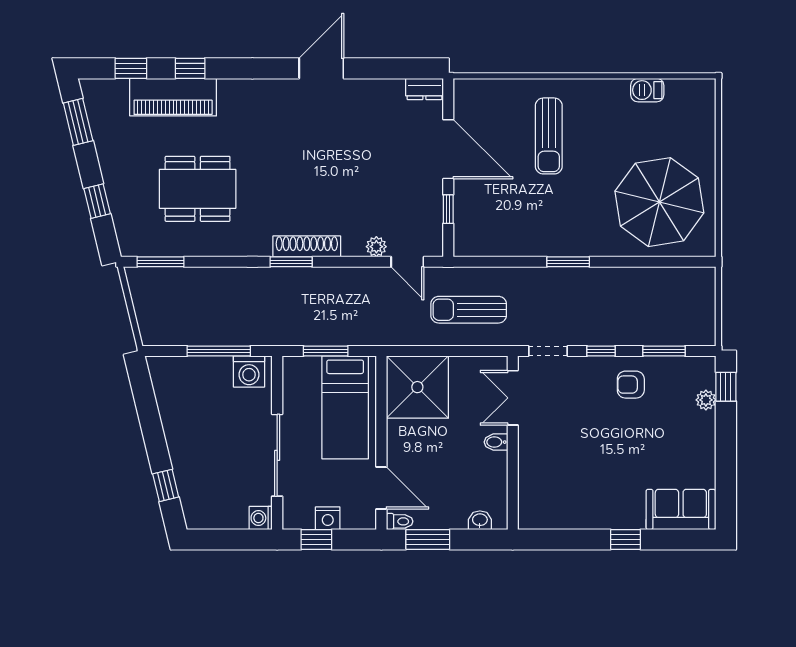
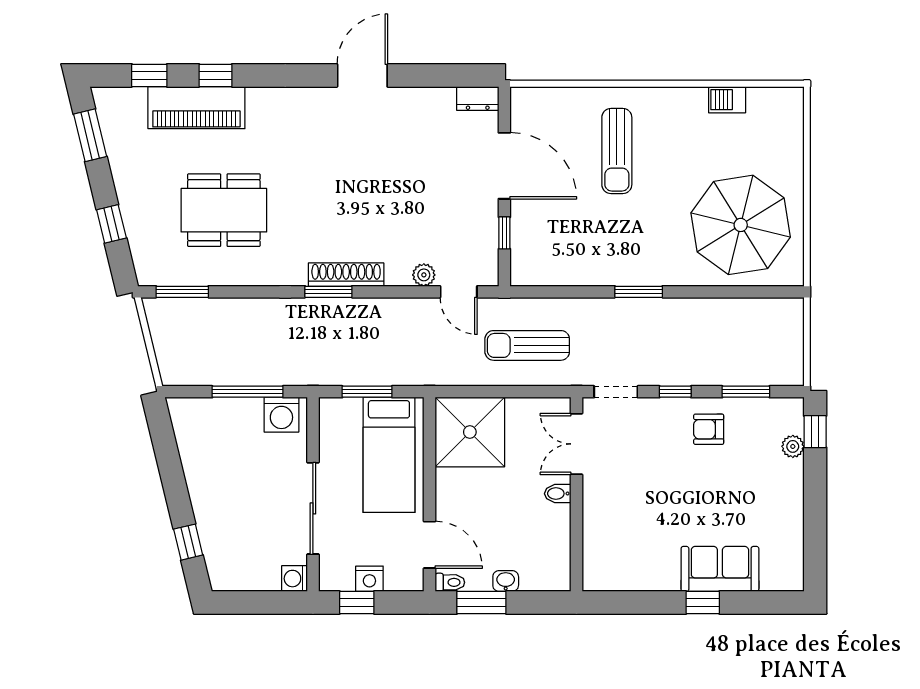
sofa: (681, 509) -> (720, 569), moved
washbasin: (480, 520) -> (506, 581), moved

